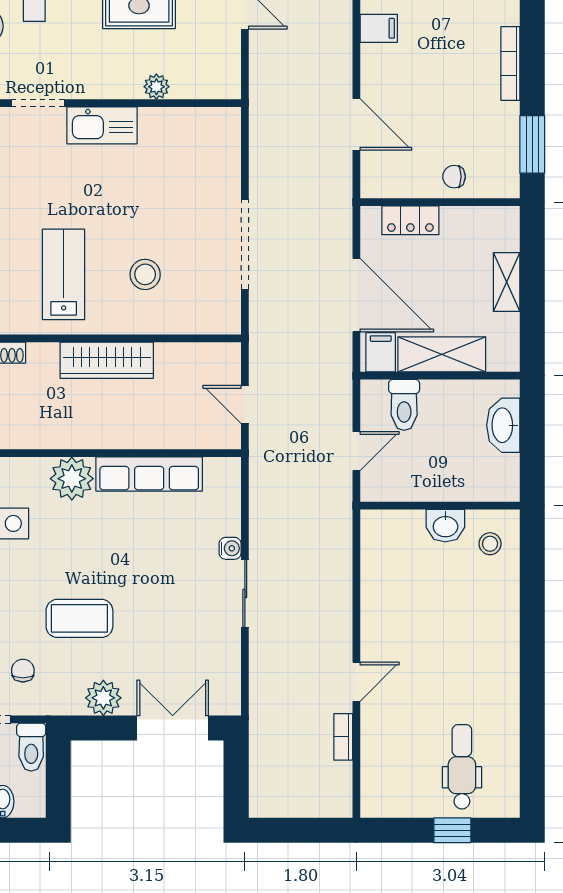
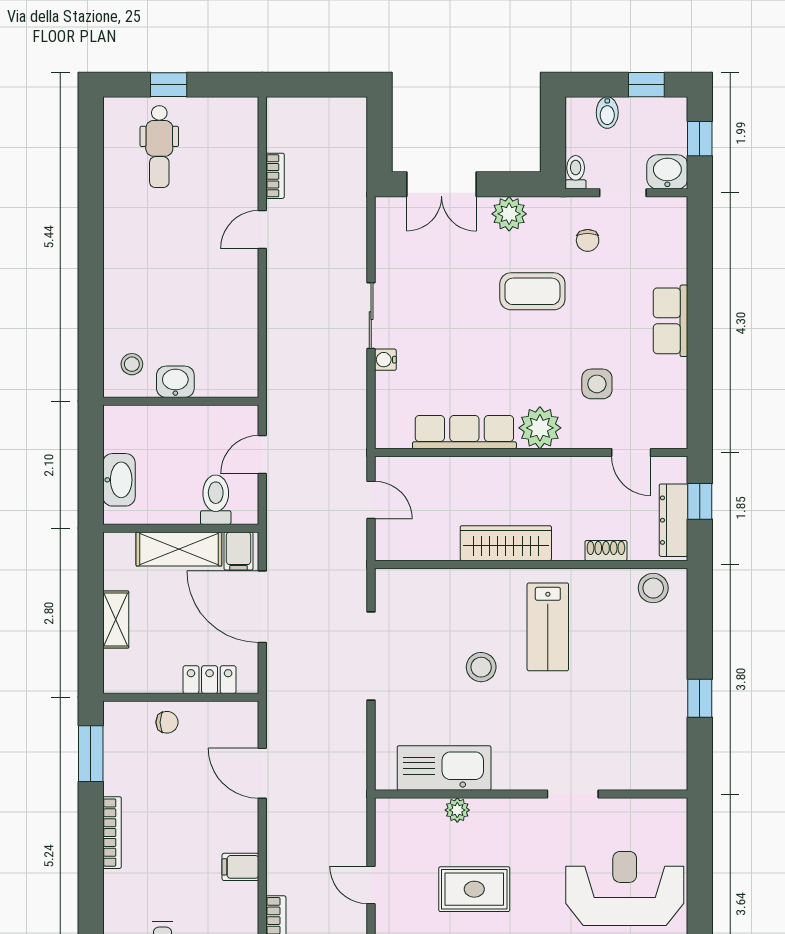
kitchen sink: (102, 125) -> (444, 768), moved, width x1.36, depth x1.24
stool: (145, 274) -> (481, 667), moved
toilet: (31, 747) -> (576, 172), width x0.73, depth x0.72

